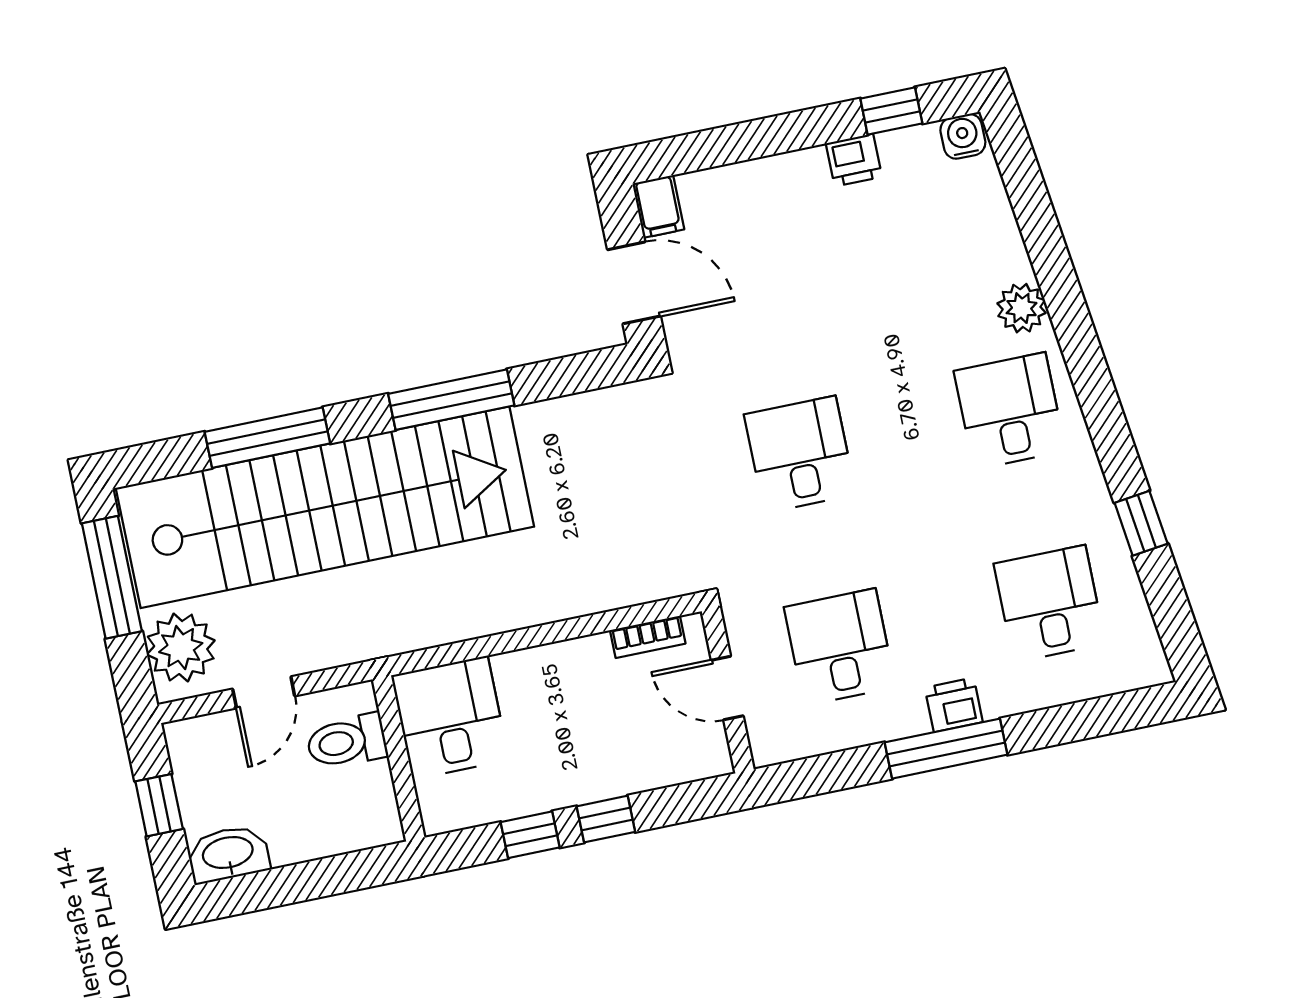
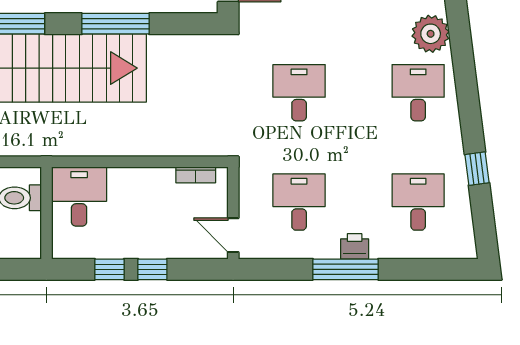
plant: (1022, 308) -> (431, 34), width x1.36, depth x1.36
door: (727, 688) -> (233, 235), moved

